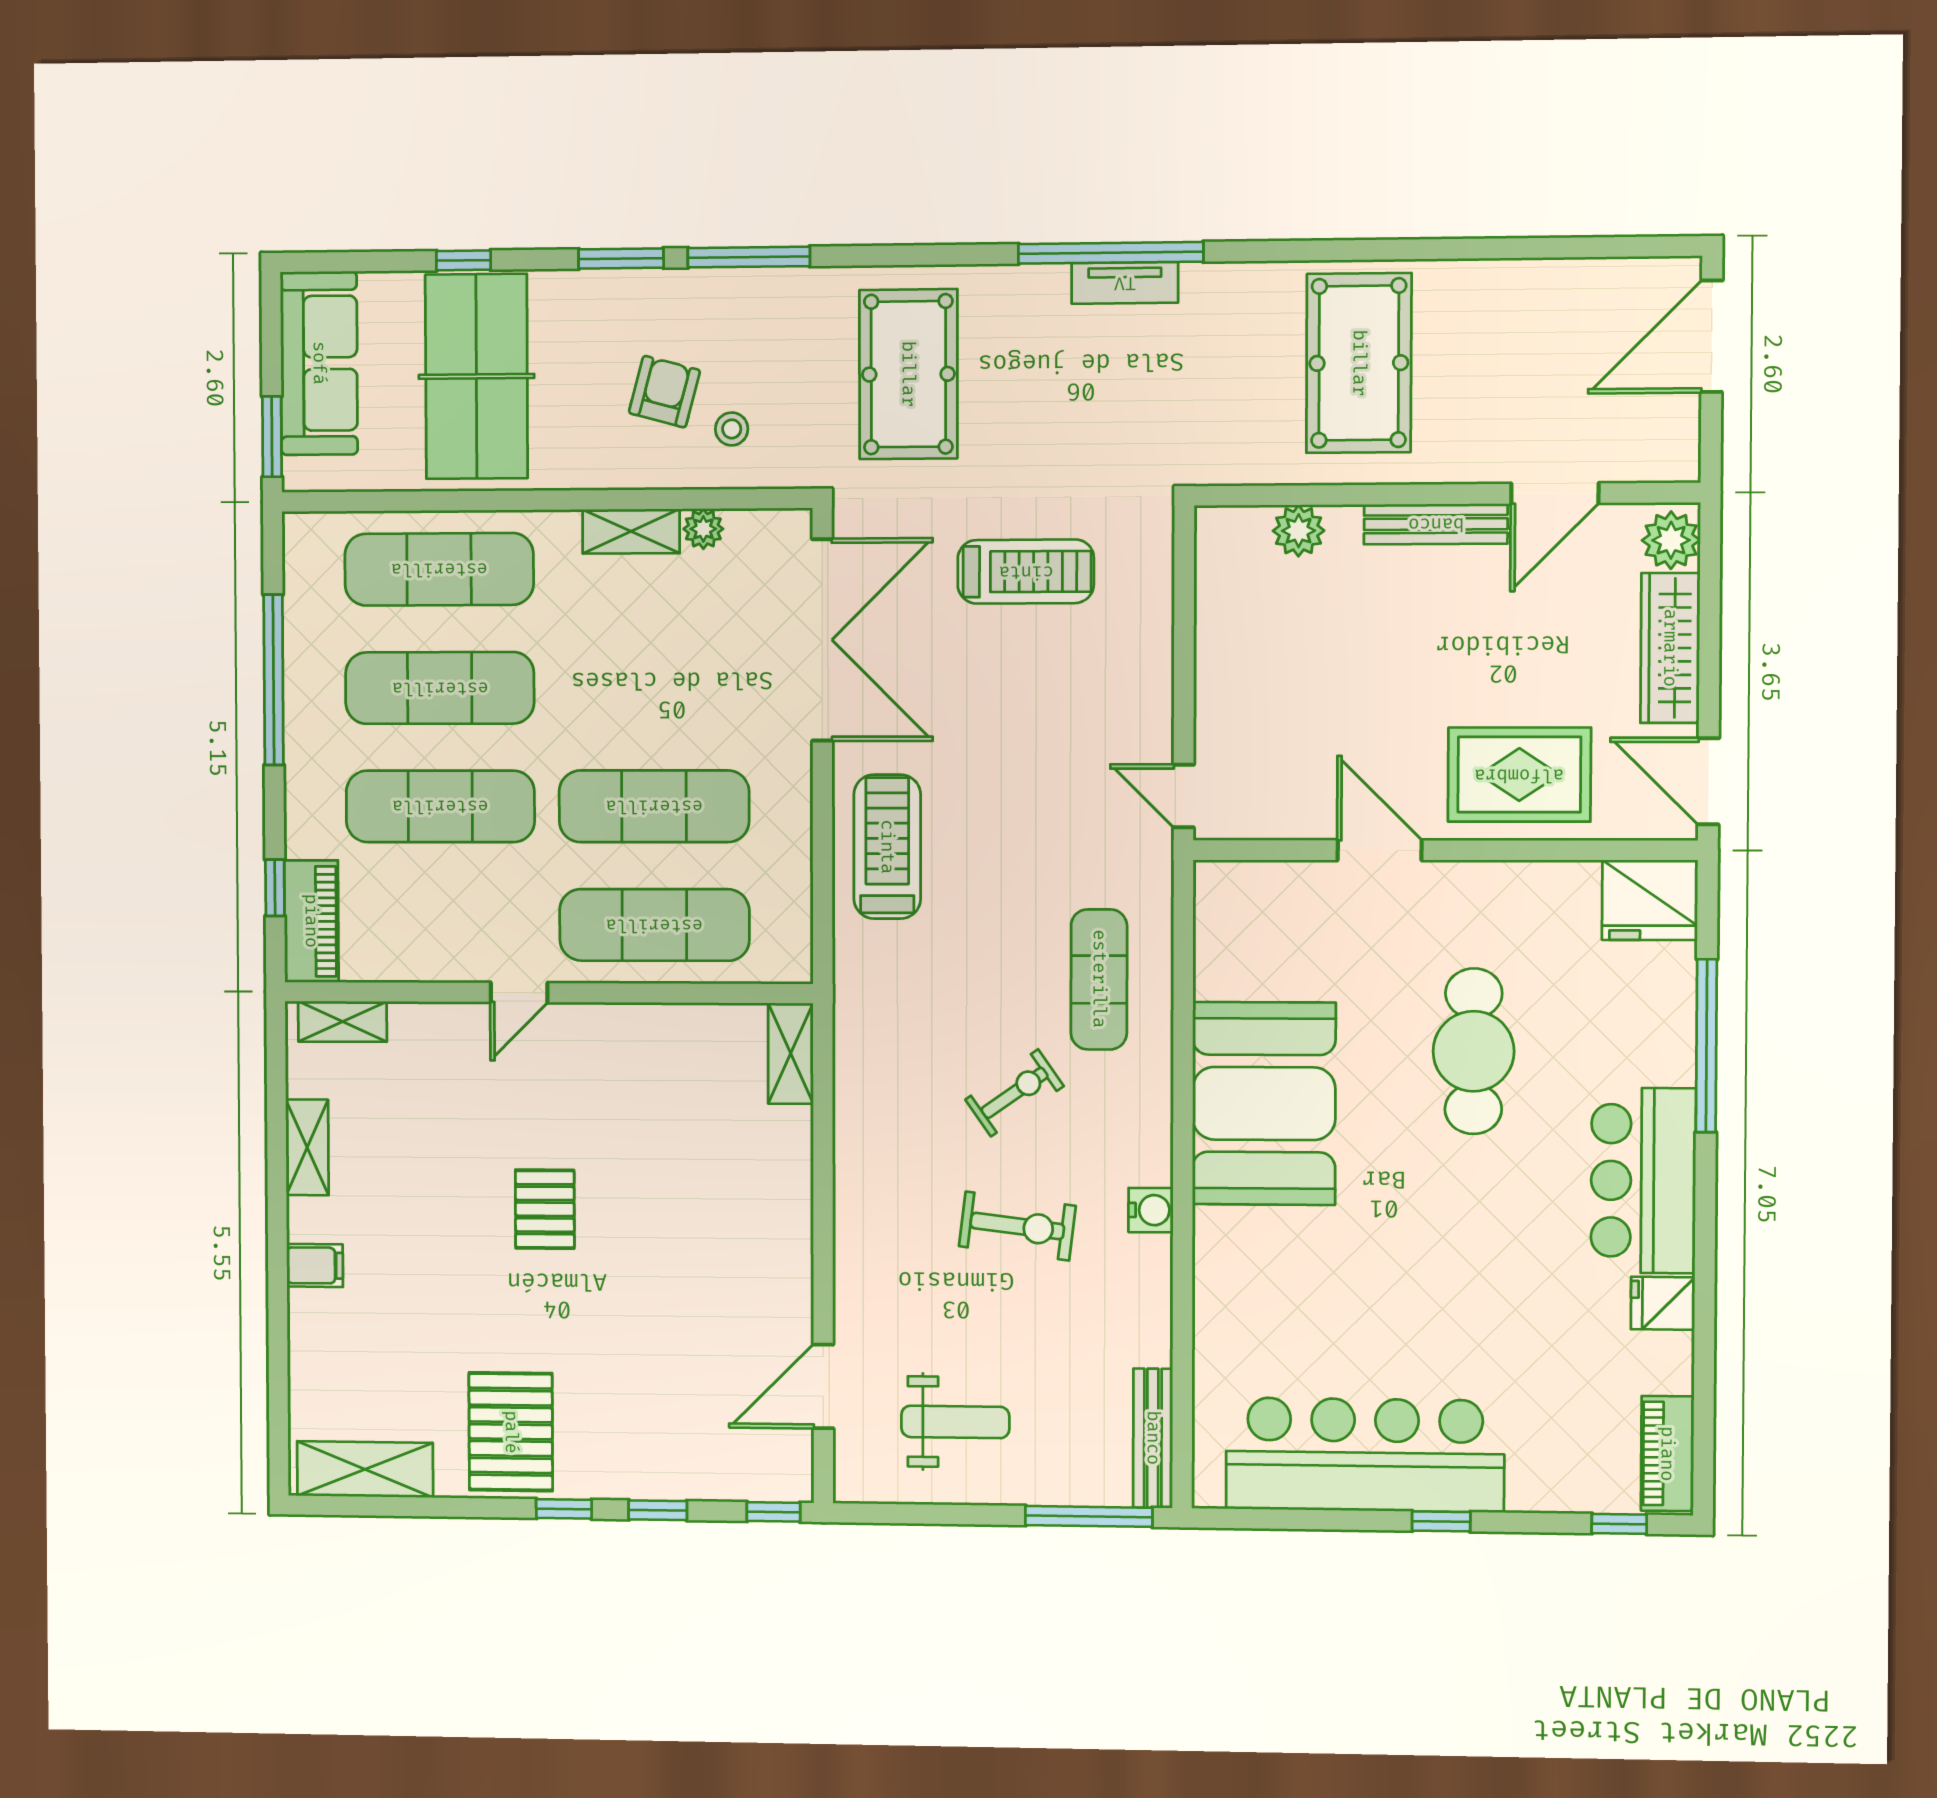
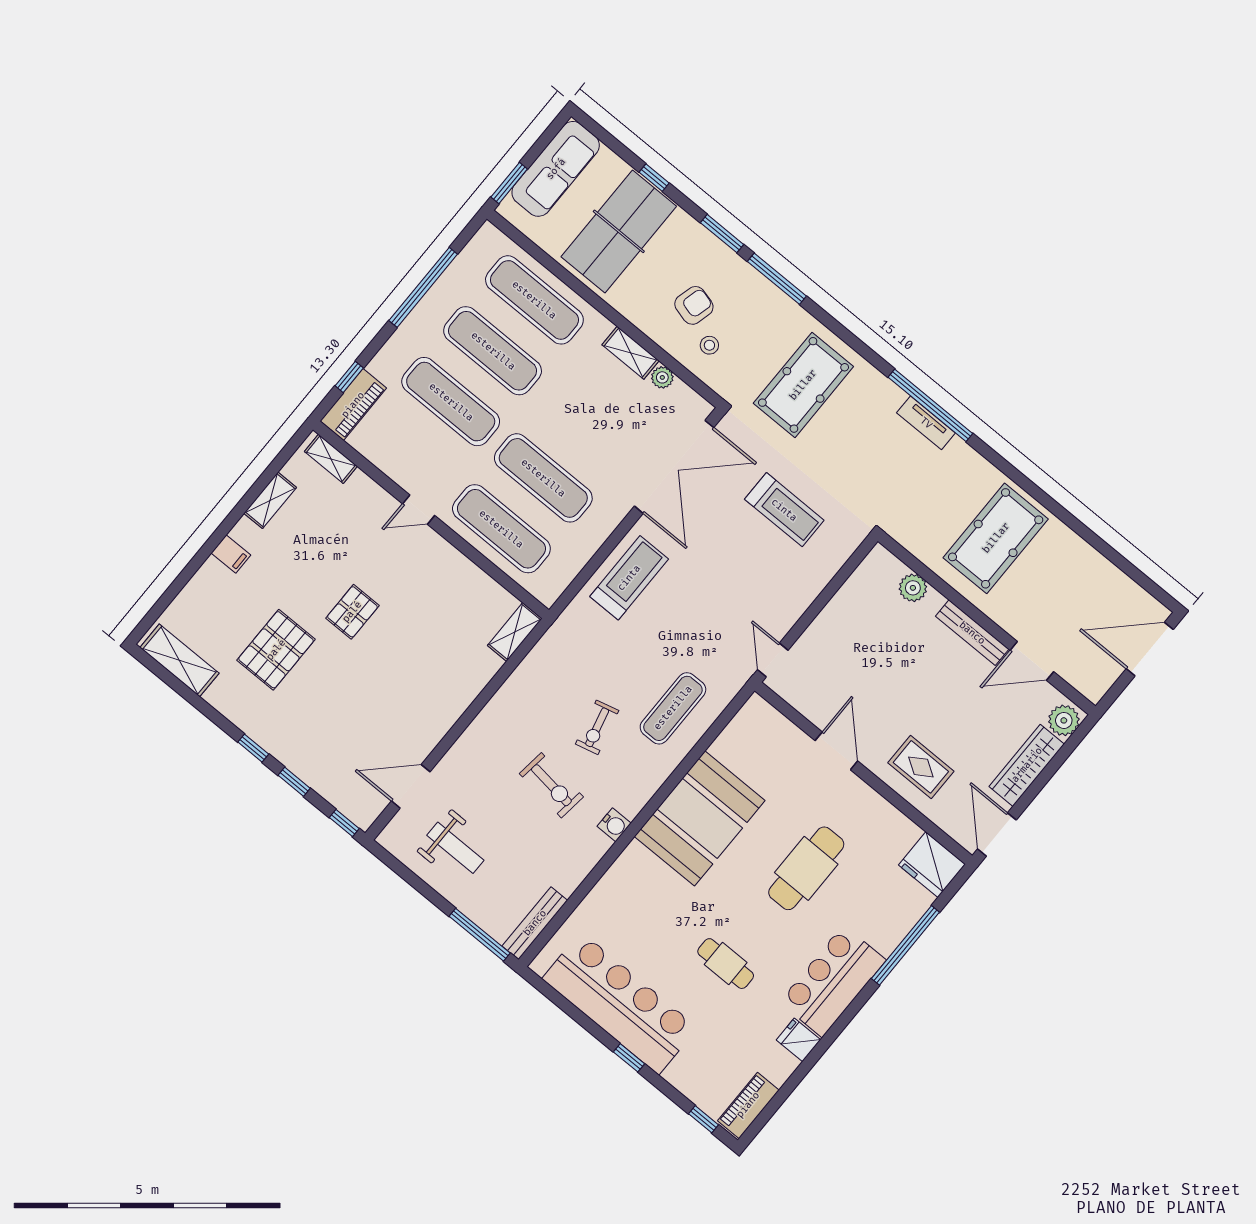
rug: (1519, 775) -> (921, 767), width x0.73, depth x0.70
exercise bike: (1014, 1093) -> (597, 727), turned 111
cafe table: (1469, 1278) -> (726, 964), added
pallet: (511, 1432) -> (276, 650), moved

